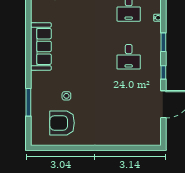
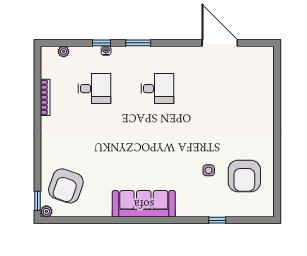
window: (163, 72) -> (102, 43), moved
window: (28, 102) -> (217, 220), width x0.46

